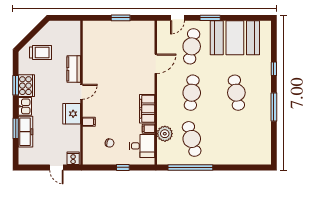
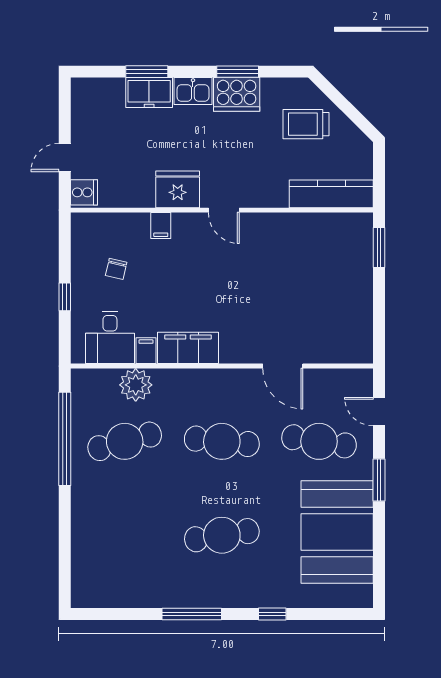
window: (121, 18) -> (379, 248), moved
trolley: (41, 53) -> (306, 124), turned 90
kitchen counter: (74, 69) -> (331, 194), moved, width x1.50
freezer: (26, 132) -> (149, 93), width x0.71

